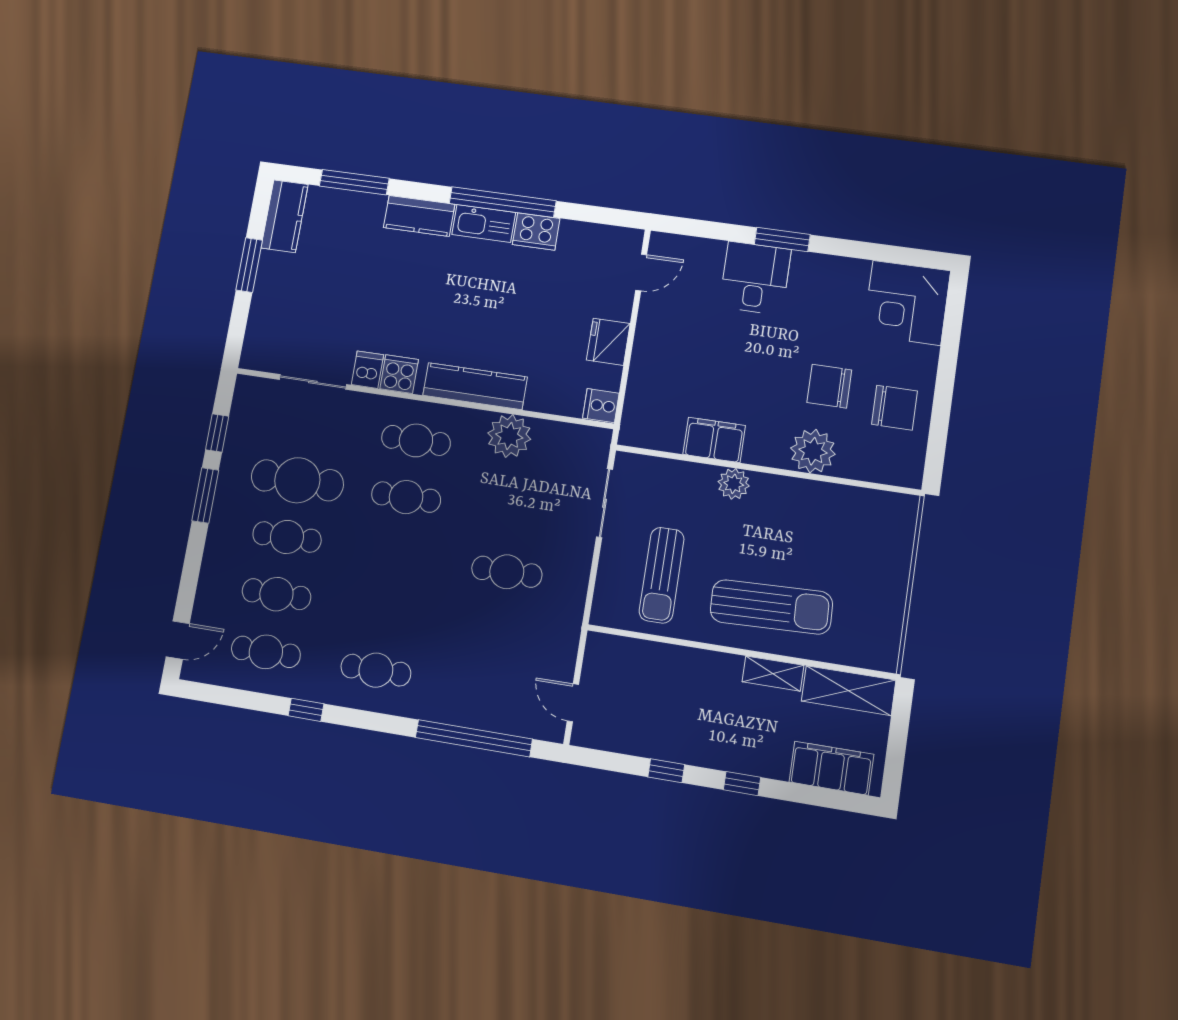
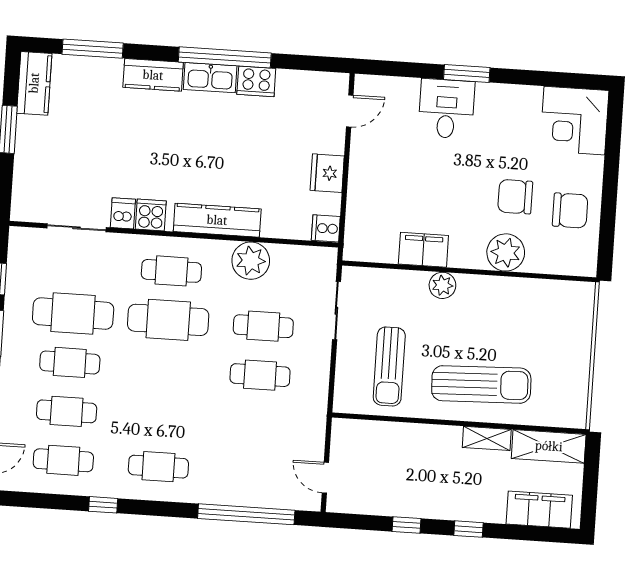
cafe table: (406, 497) -> (168, 320), width x1.37, depth x1.35
cafe table: (516, 514) -> (263, 326), added

